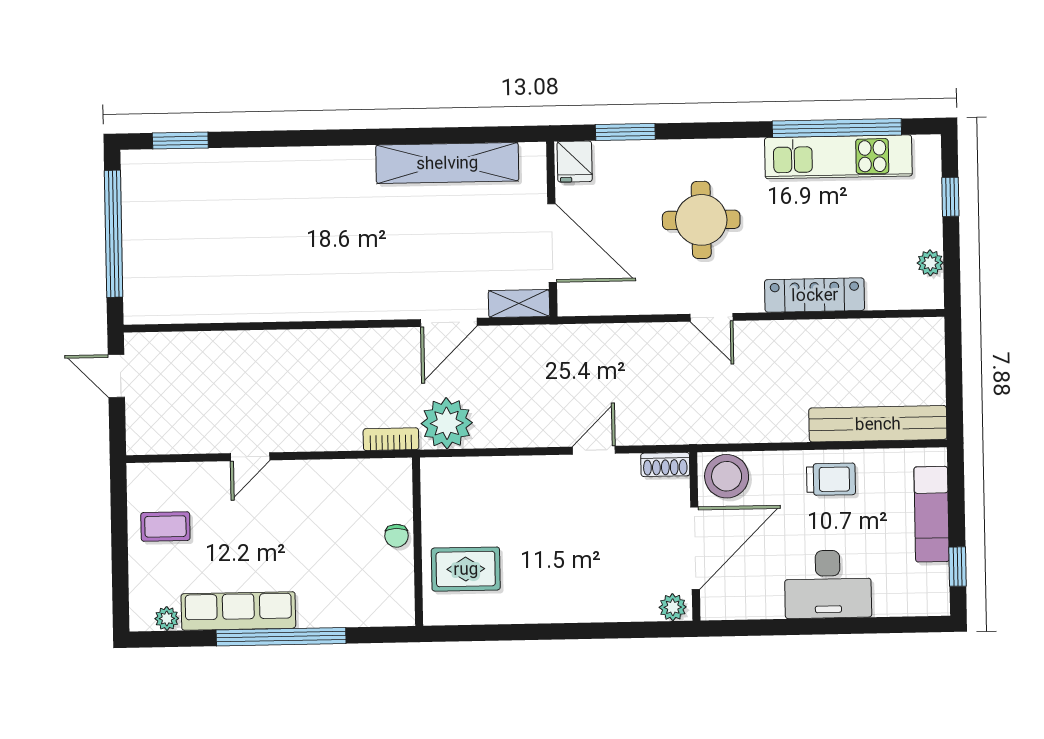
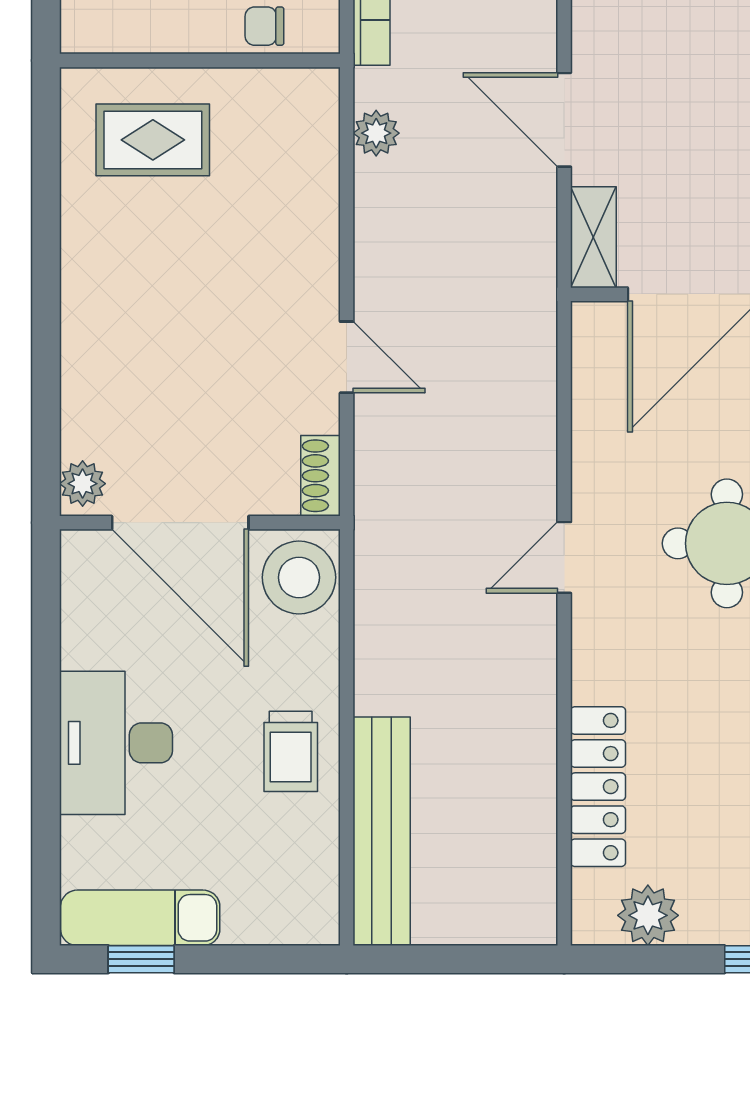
plant: (930, 263) -> (648, 915), width x1.38, depth x1.38
locker: (815, 295) -> (598, 787), moved
plant: (447, 423) -> (376, 133), width x0.53, depth x0.53
exam couch: (932, 514) -> (140, 918), moved
chair: (397, 536) -> (264, 26), moved
rug: (466, 569) -> (153, 140), turned 90

